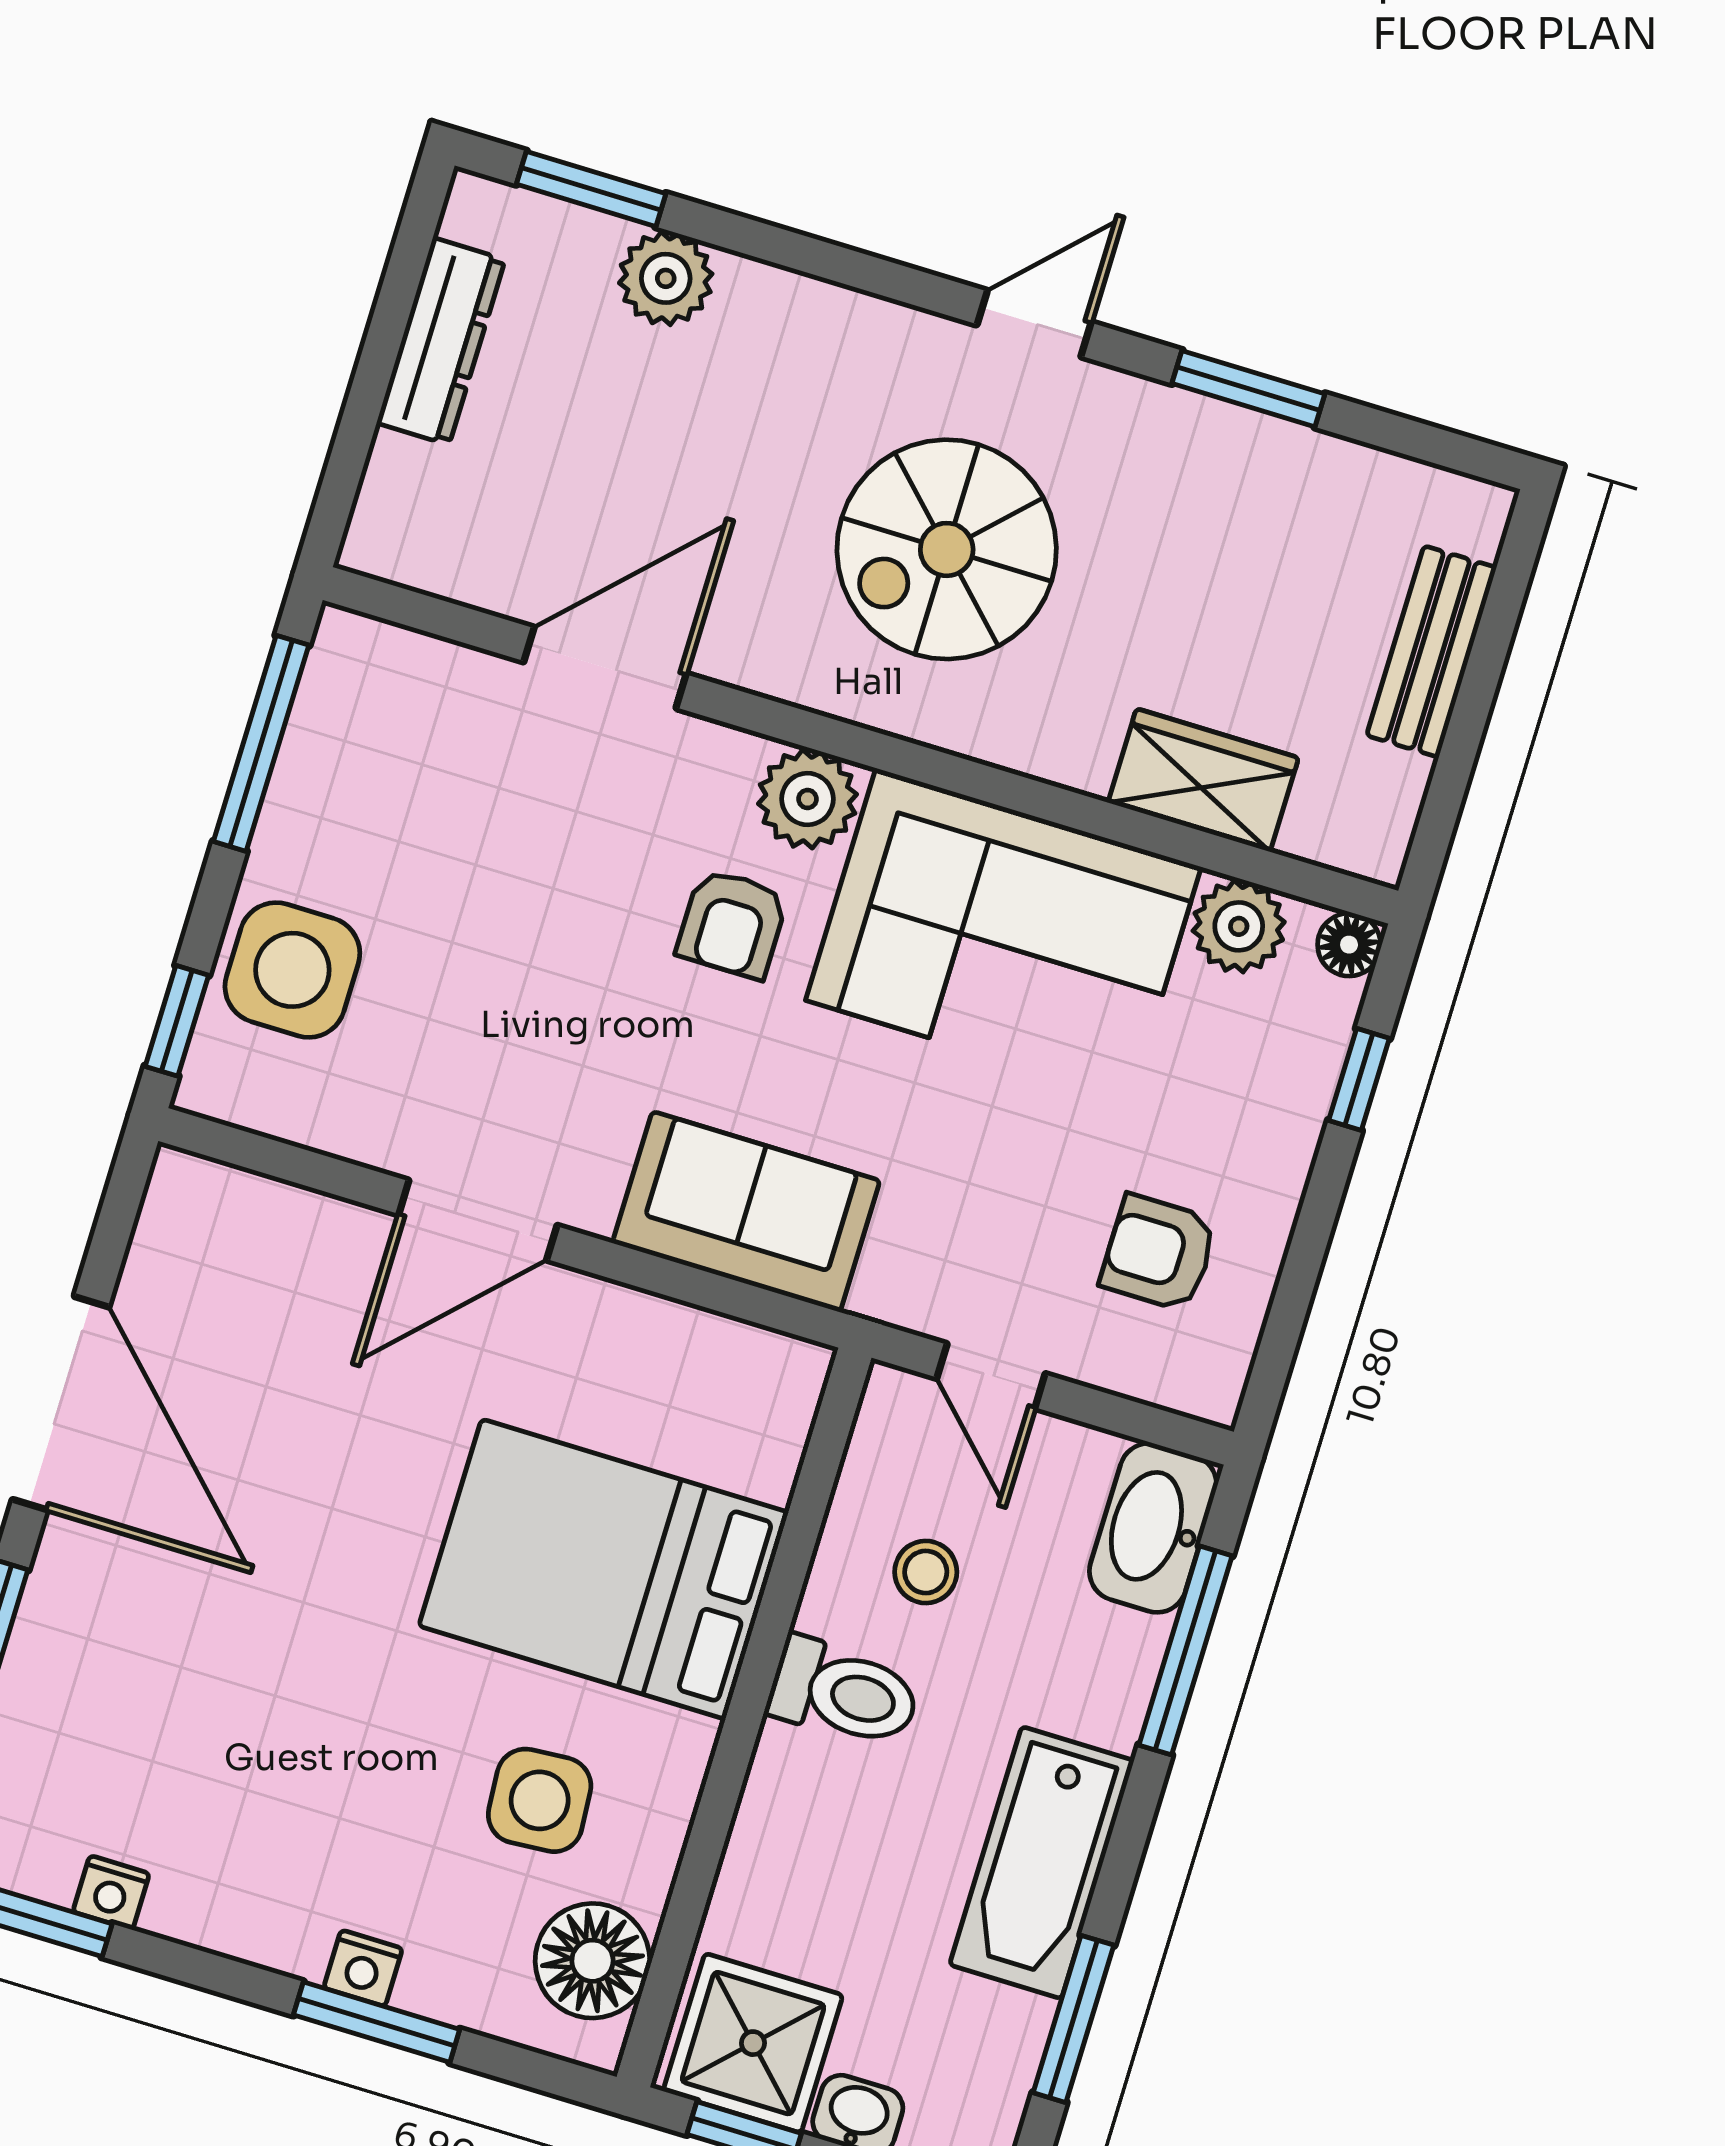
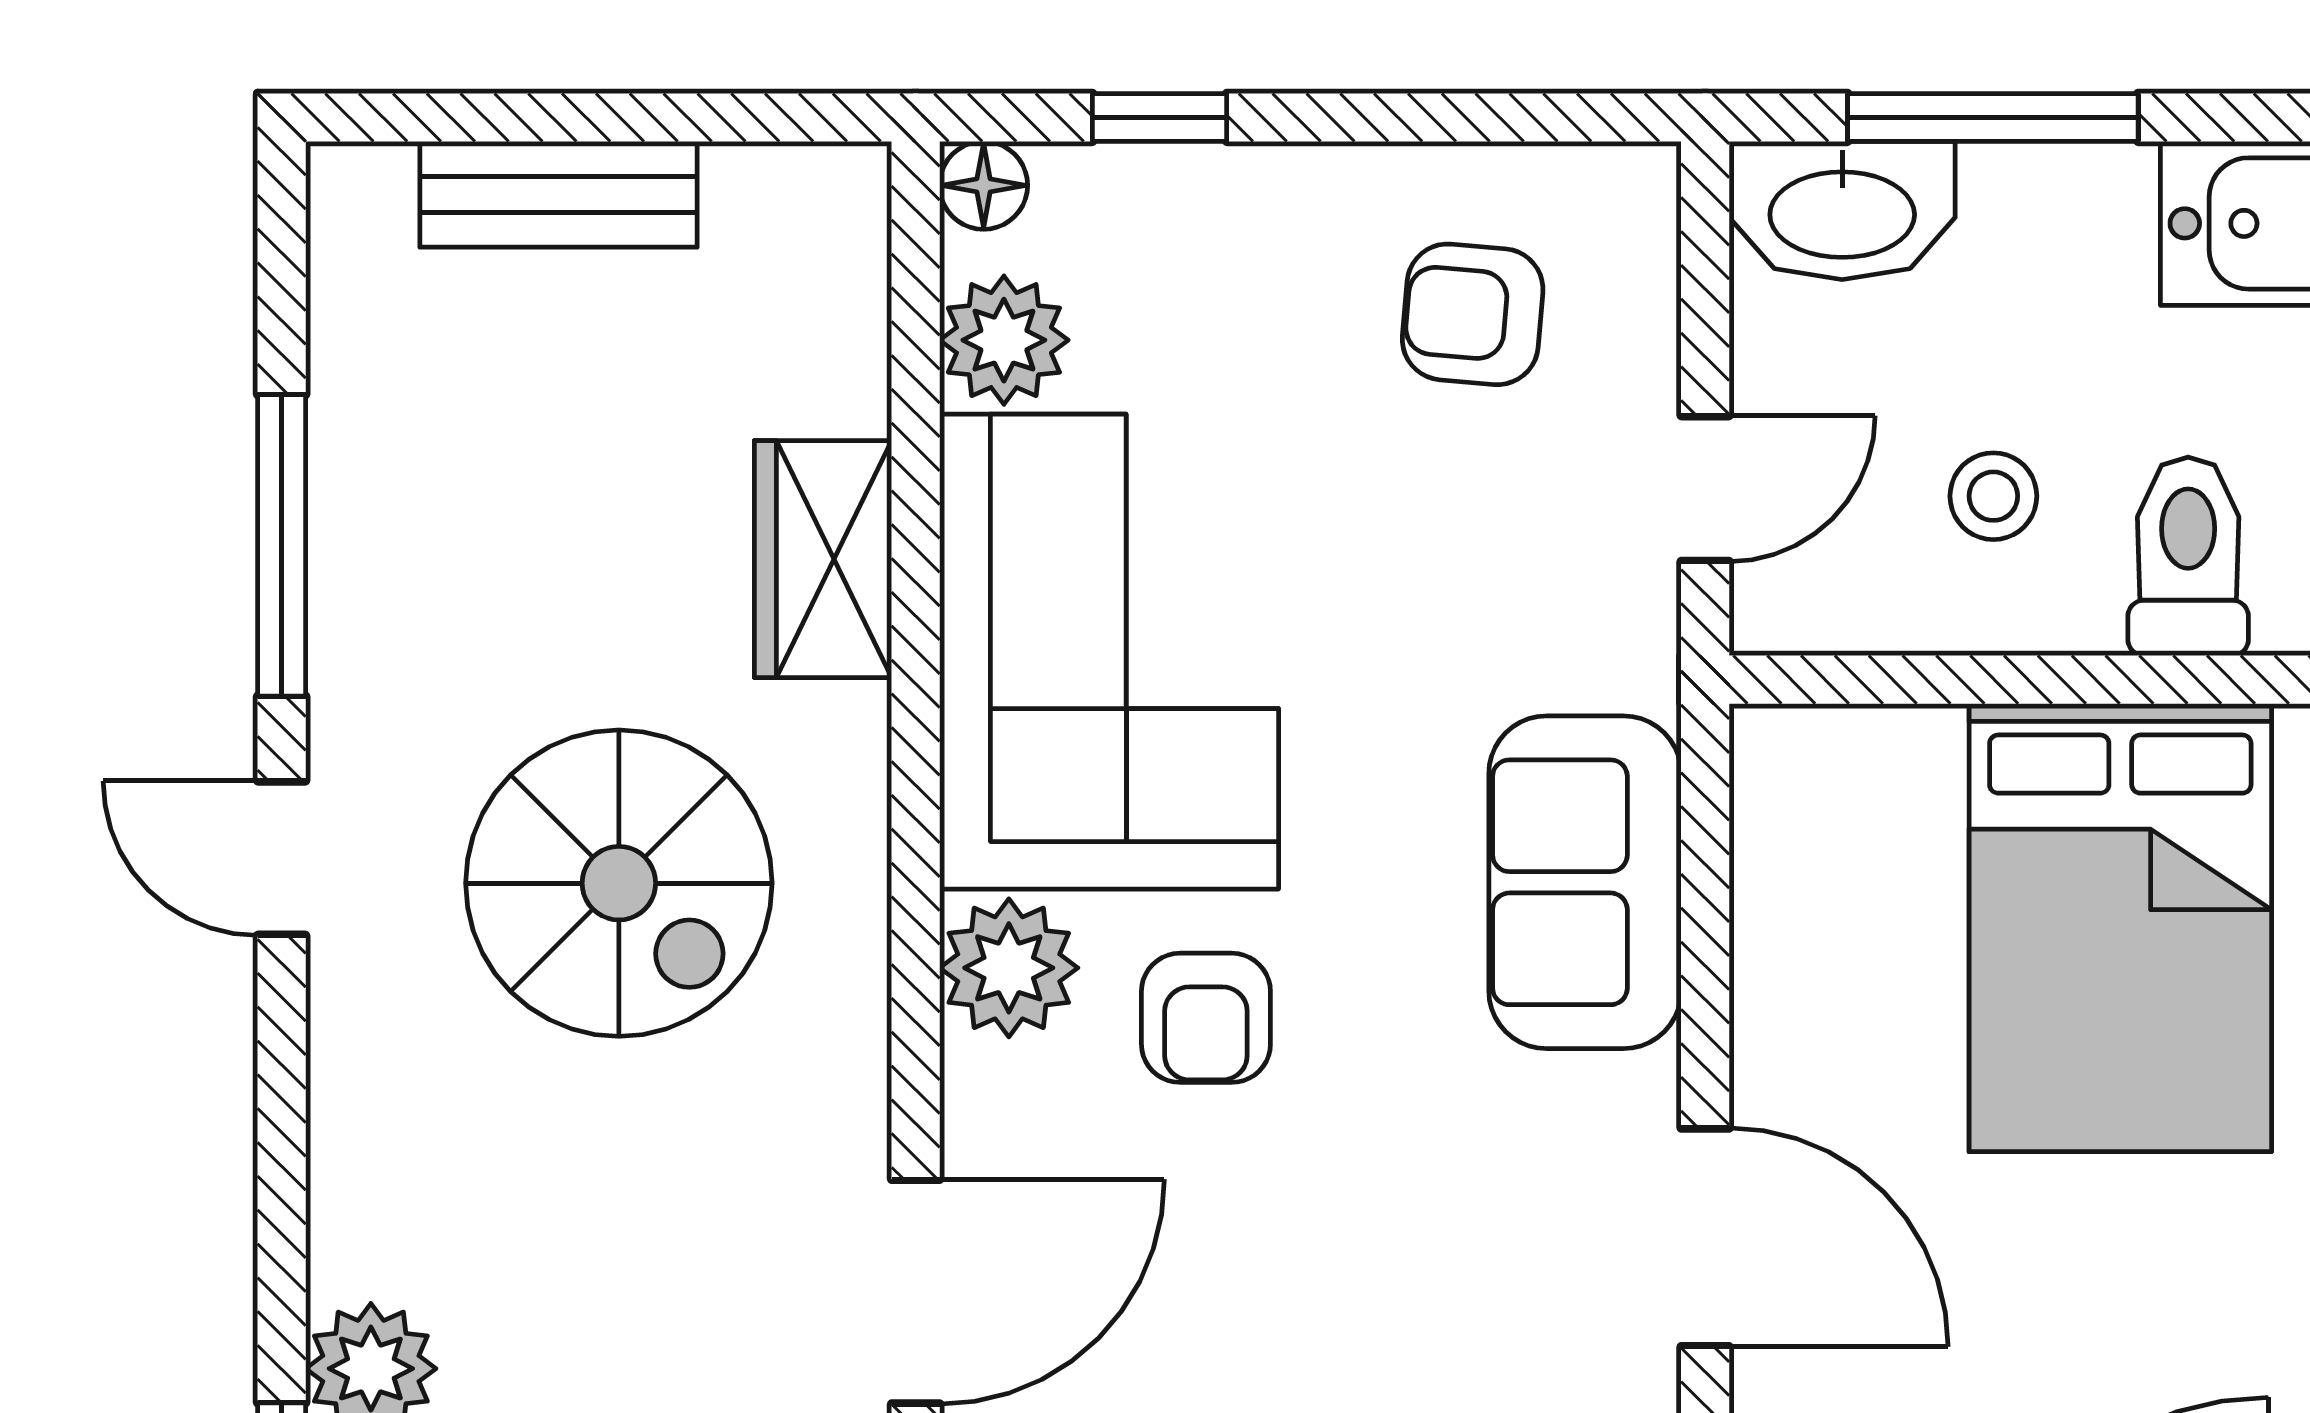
window: (1248, 389) -> (282, 545), width x1.44
door: (605, 668) -> (916, 1292), swing flipped
wardrobe: (1203, 780) -> (823, 559), moved
armchair: (732, 924) -> (1206, 1018), turned 90
armchair: (1159, 1253) -> (1473, 314), turned 95

